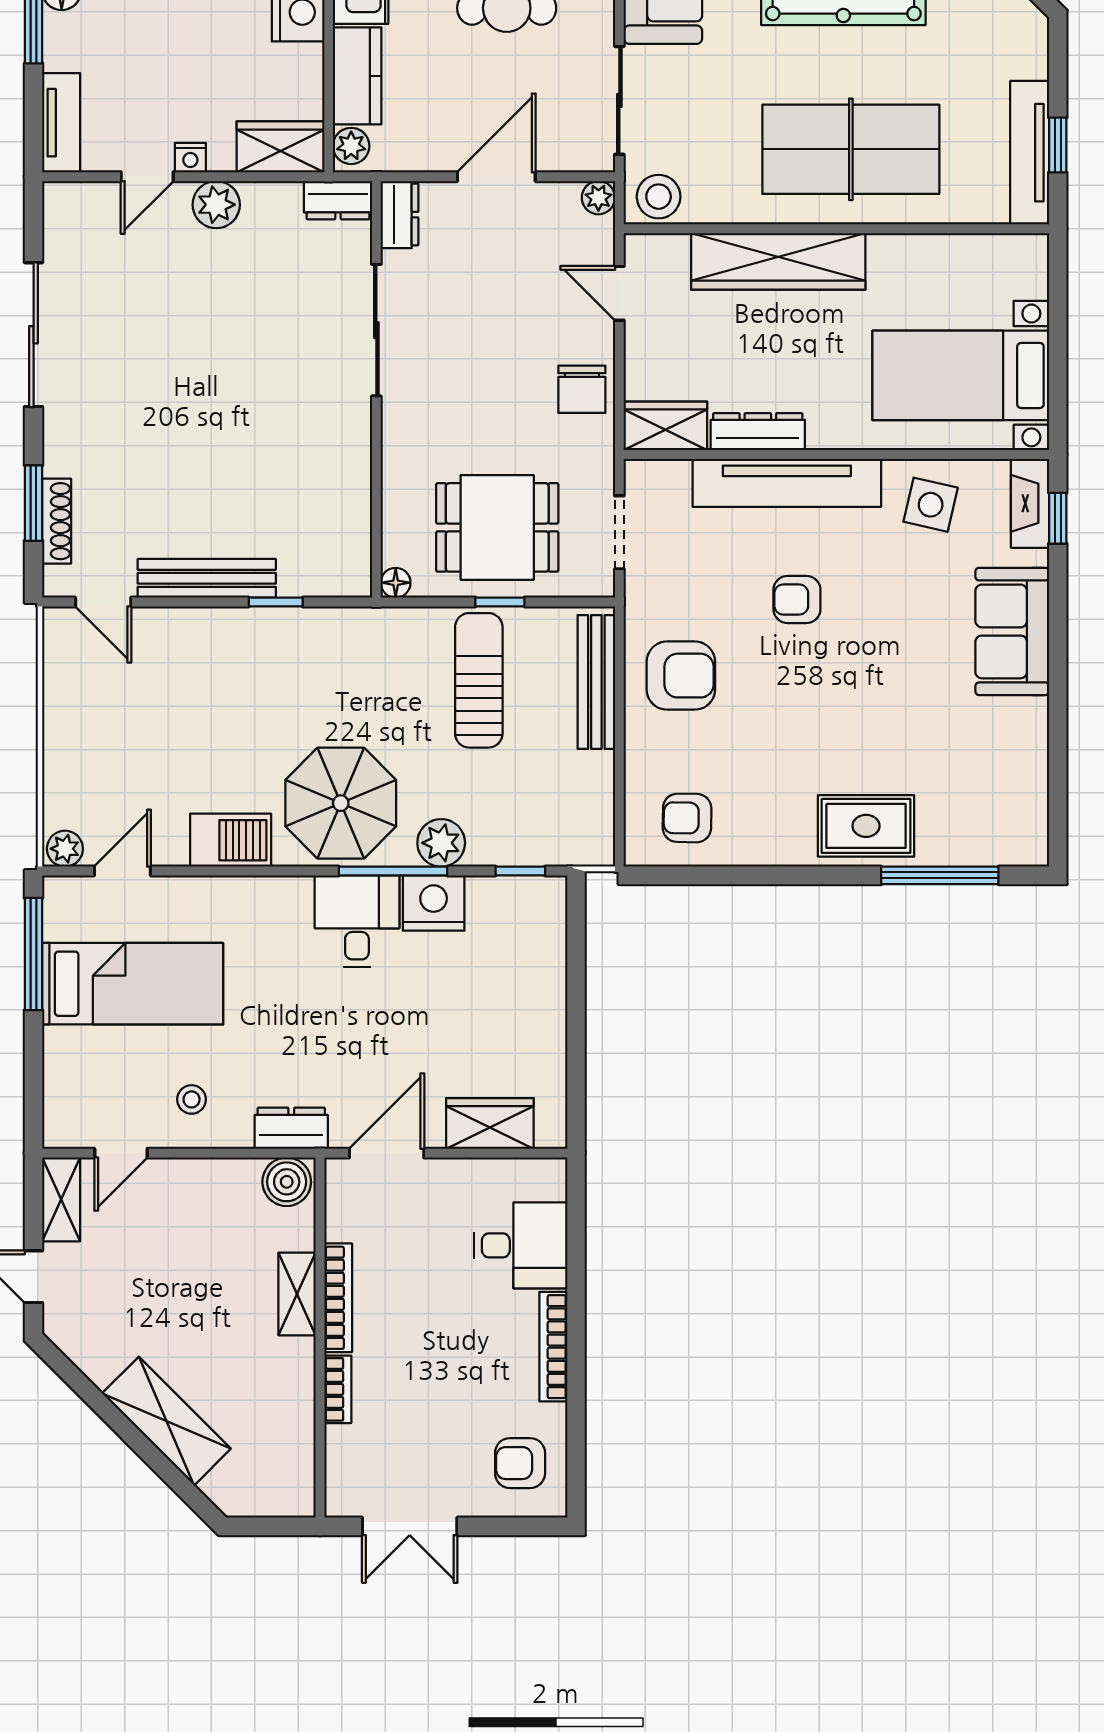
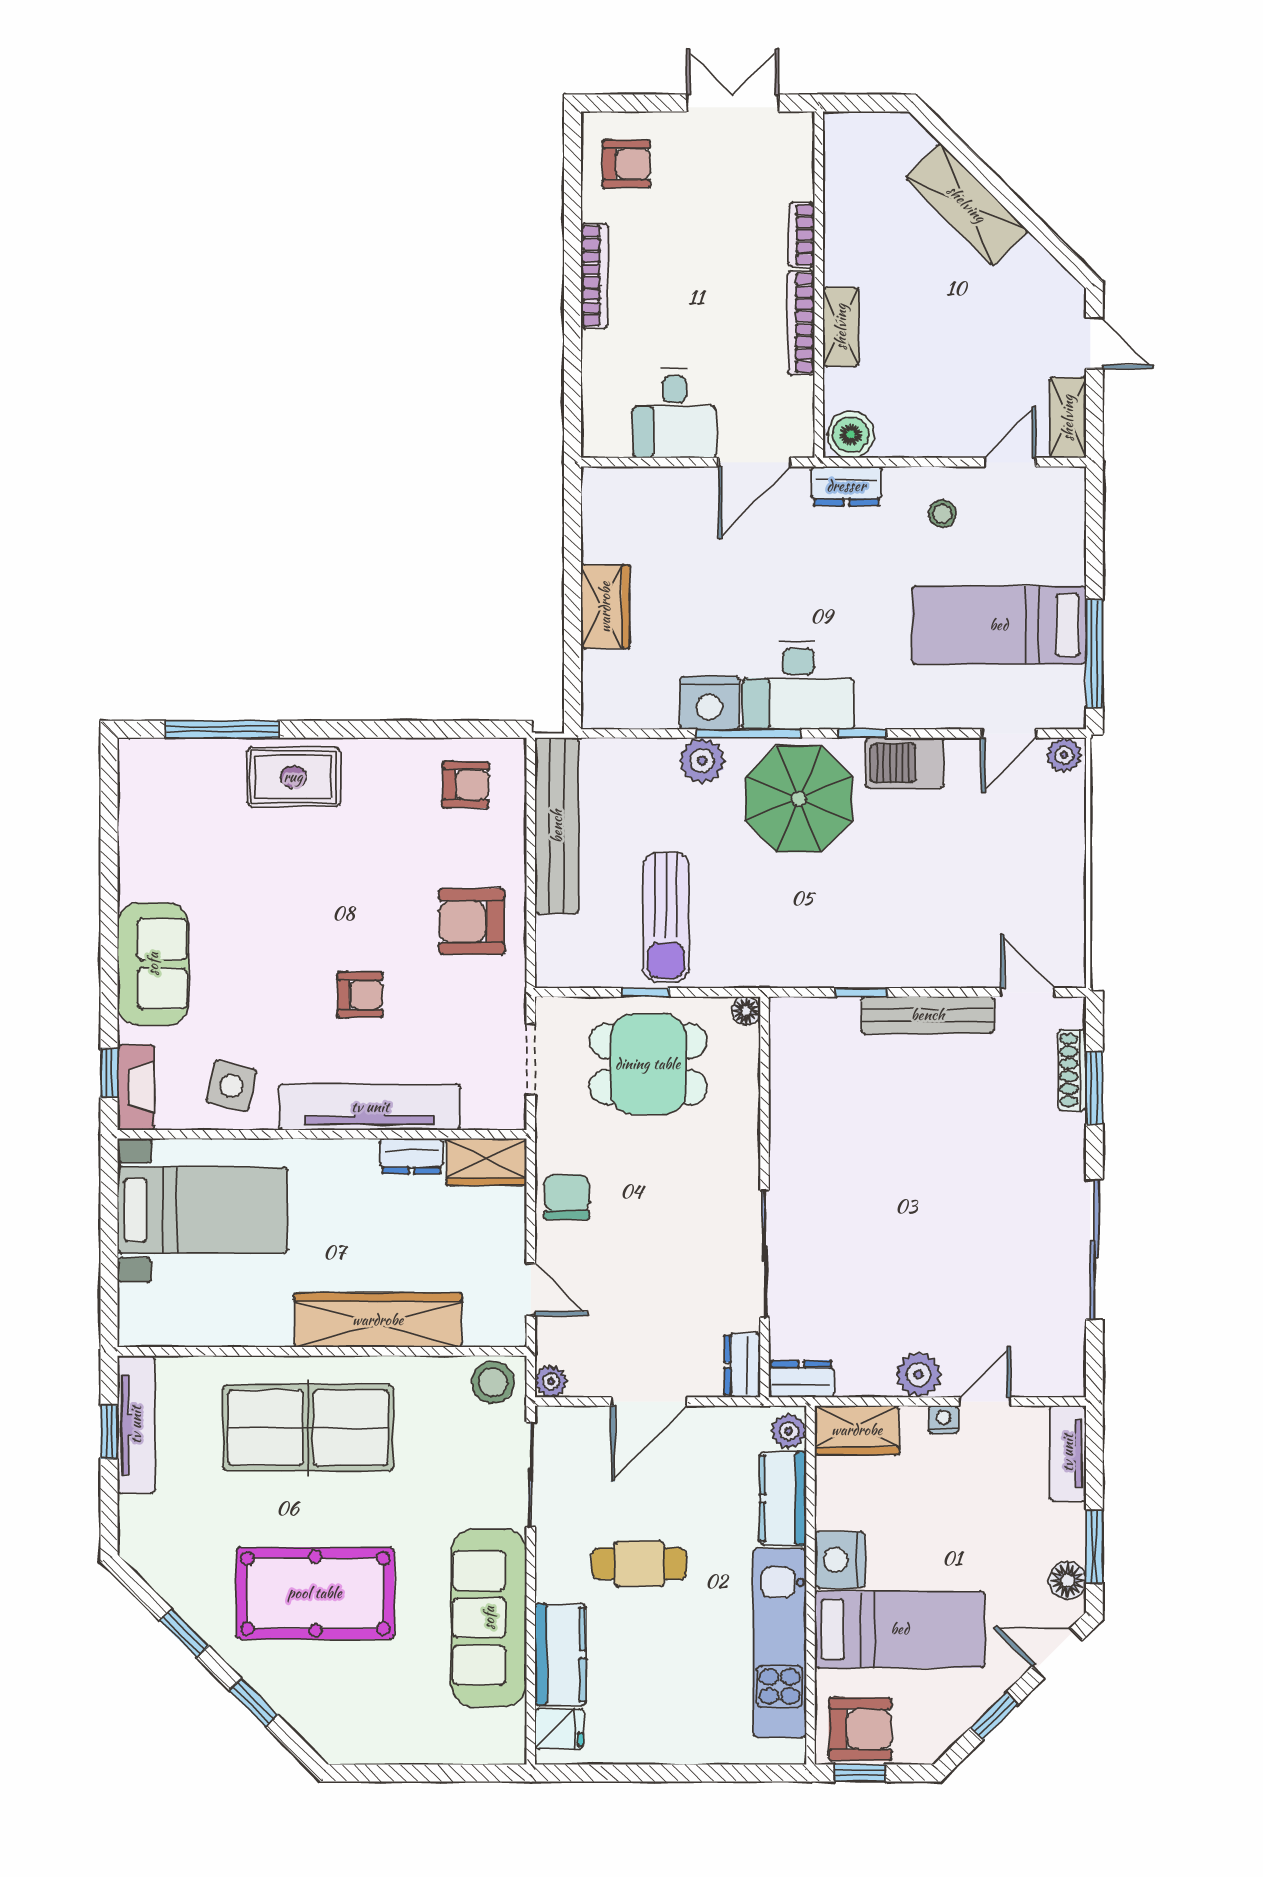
dresser: (758, 432) -> (411, 1156), width x0.70
bench: (596, 682) -> (557, 826), moved, width x1.37, depth x1.21
window: (520, 871) -> (862, 734), moved
desk: (357, 921) -> (798, 685), width x1.37
wardrobe: (490, 1123) -> (605, 607), moved, turned -90
desk: (521, 1245) -> (675, 413), moved, turned -90

